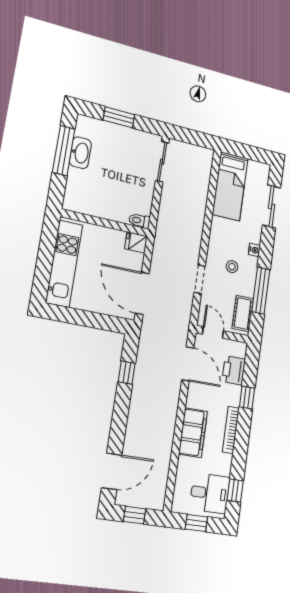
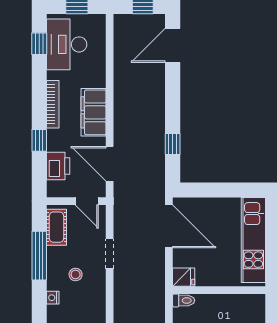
filing cabinet: (193, 433) -> (94, 112), moved
desk: (210, 493) -> (67, 44), width x1.37

